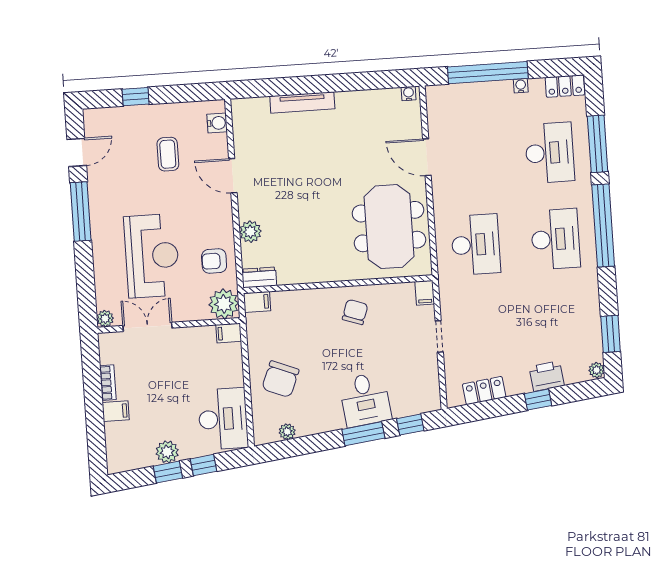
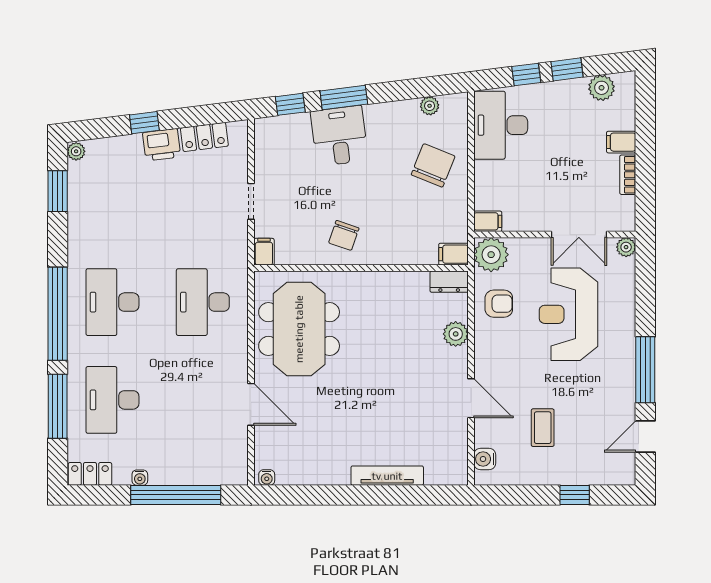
printer: (547, 376) -> (162, 145), moved
plant: (167, 452) -> (602, 88), moved

